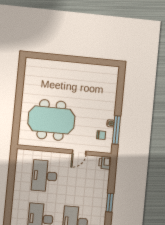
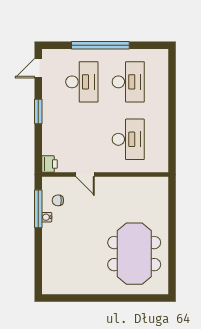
meeting table: (51, 120) -> (134, 254), moved, turned 90
door: (79, 152) -> (85, 175), swing flipped

